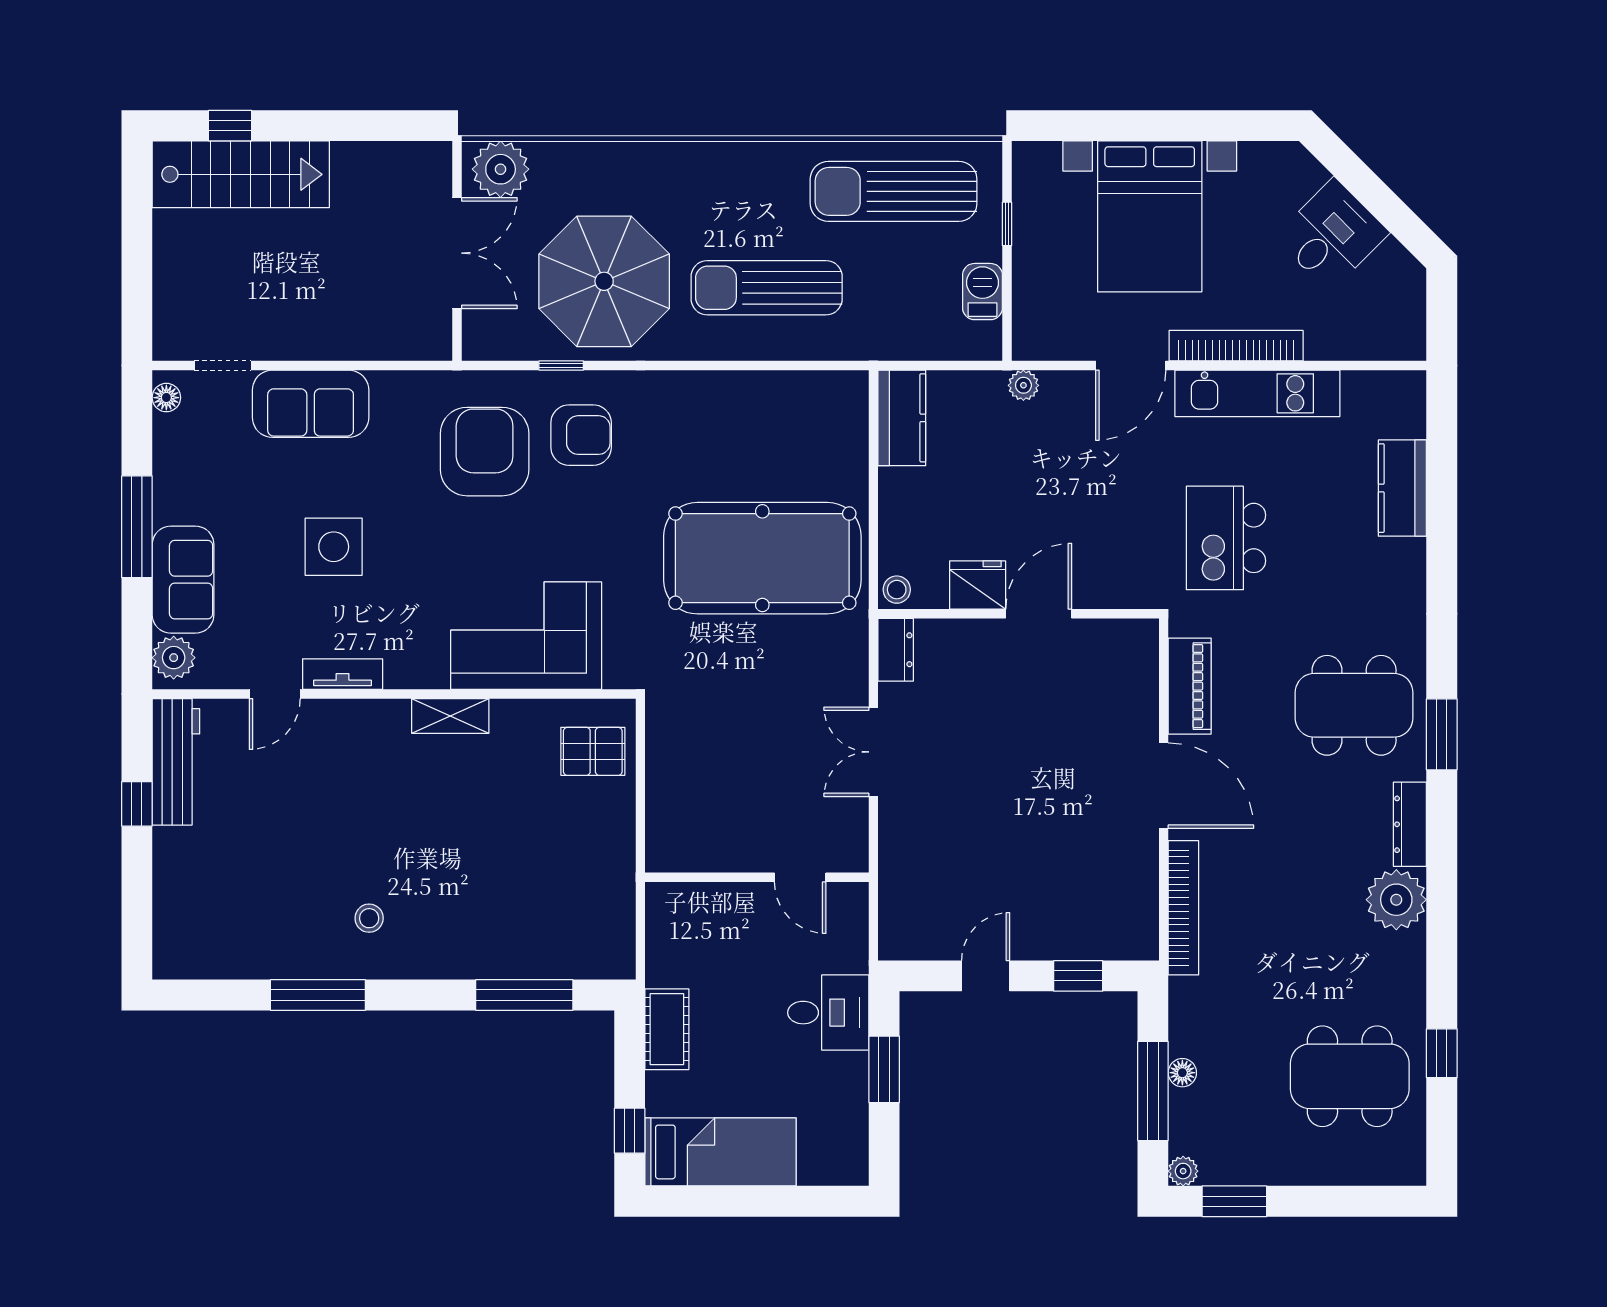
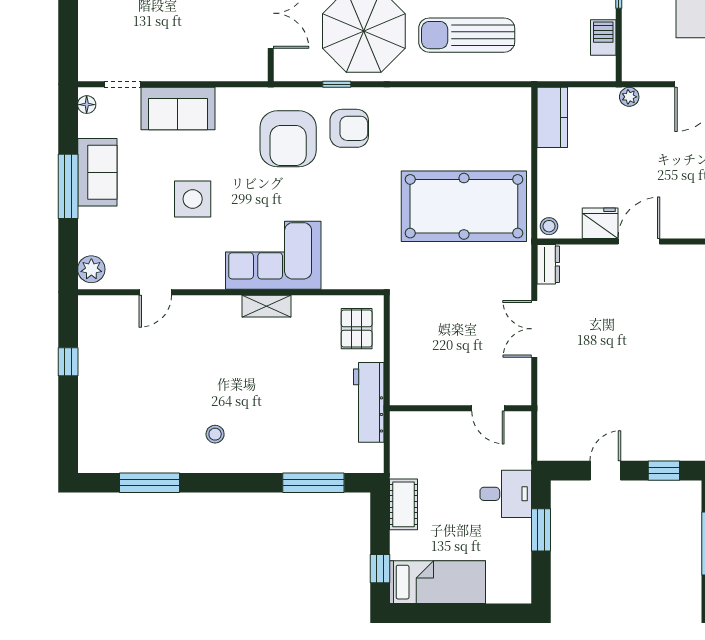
armchair: (485, 452) -> (288, 139), turned 180
sofa: (183, 580) -> (97, 172), moved
corner sofa: (526, 636) -> (273, 255), moved
tv unit: (343, 674) -> (198, 280), removed
pallet: (593, 751) -> (357, 329), turned 90
workbench: (176, 762) -> (369, 402), moved, turned 180
window: (318, 995) -> (150, 483), moved

